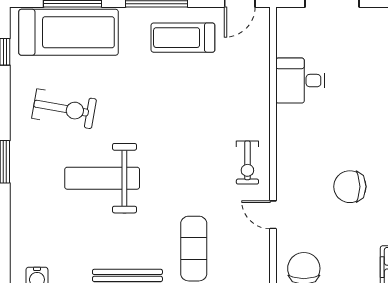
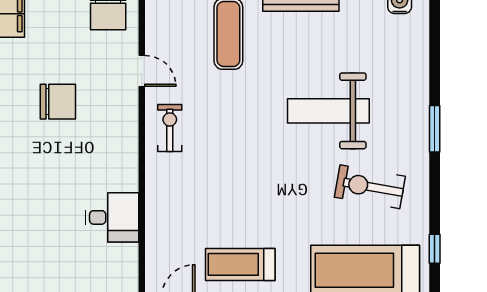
treadmill: (183, 38) -> (240, 264), turned 180
weight bench: (102, 178) -> (328, 111), turned 180

